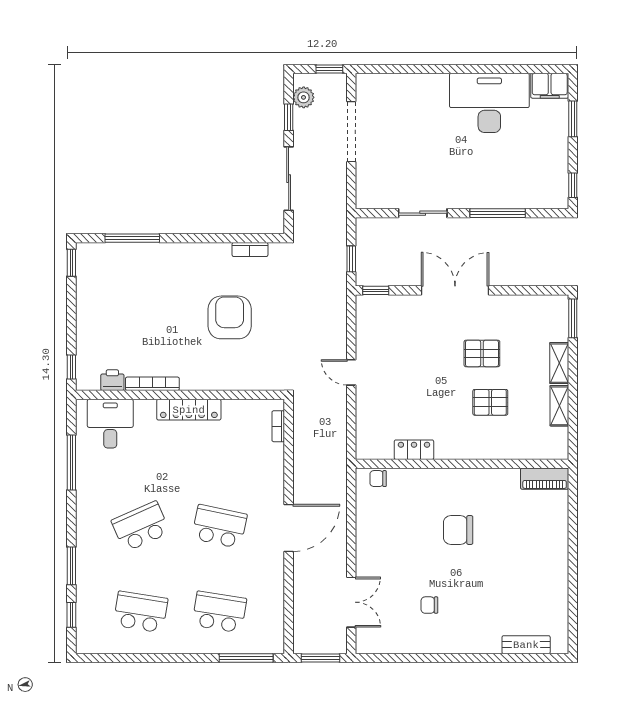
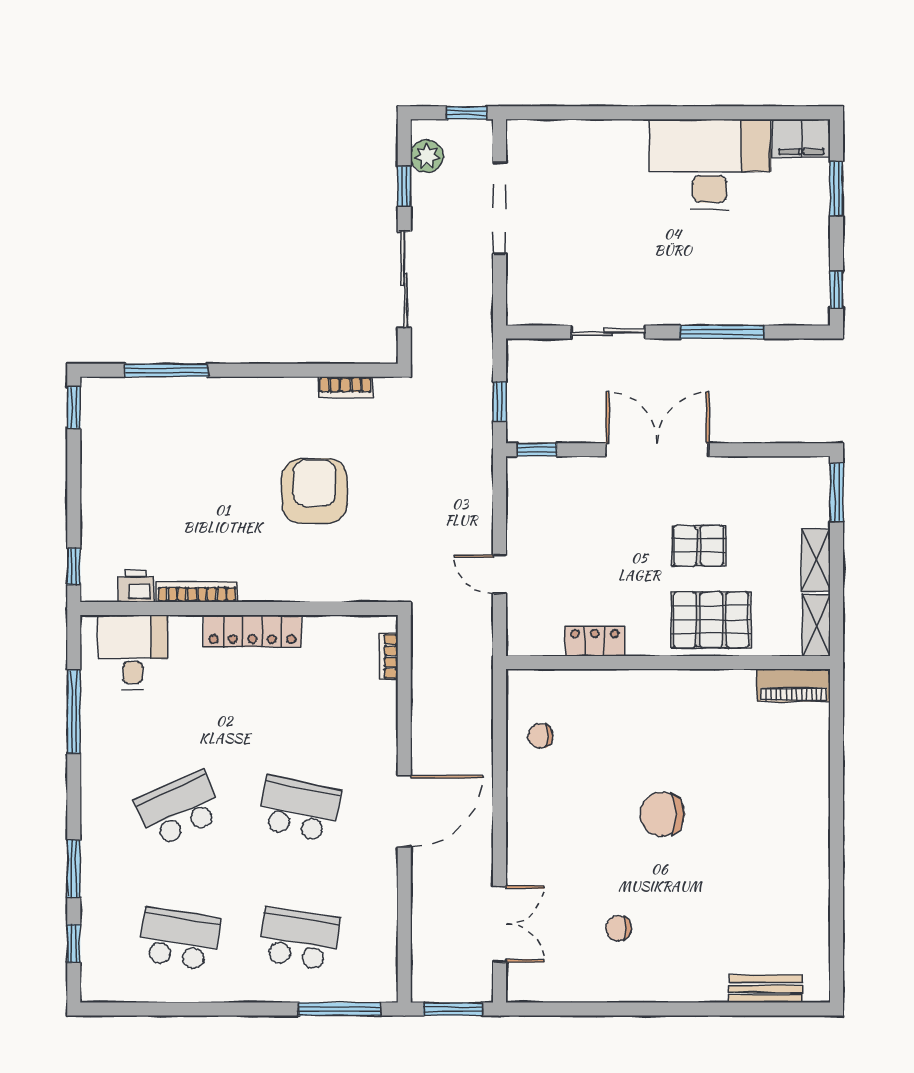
pallet: (490, 402) -> (711, 620), width x1.50, depth x1.42
locker: (414, 450) -> (595, 641), moved
wall: (462, 464) -> (668, 663), moved
piano: (545, 479) -> (794, 685), moved

